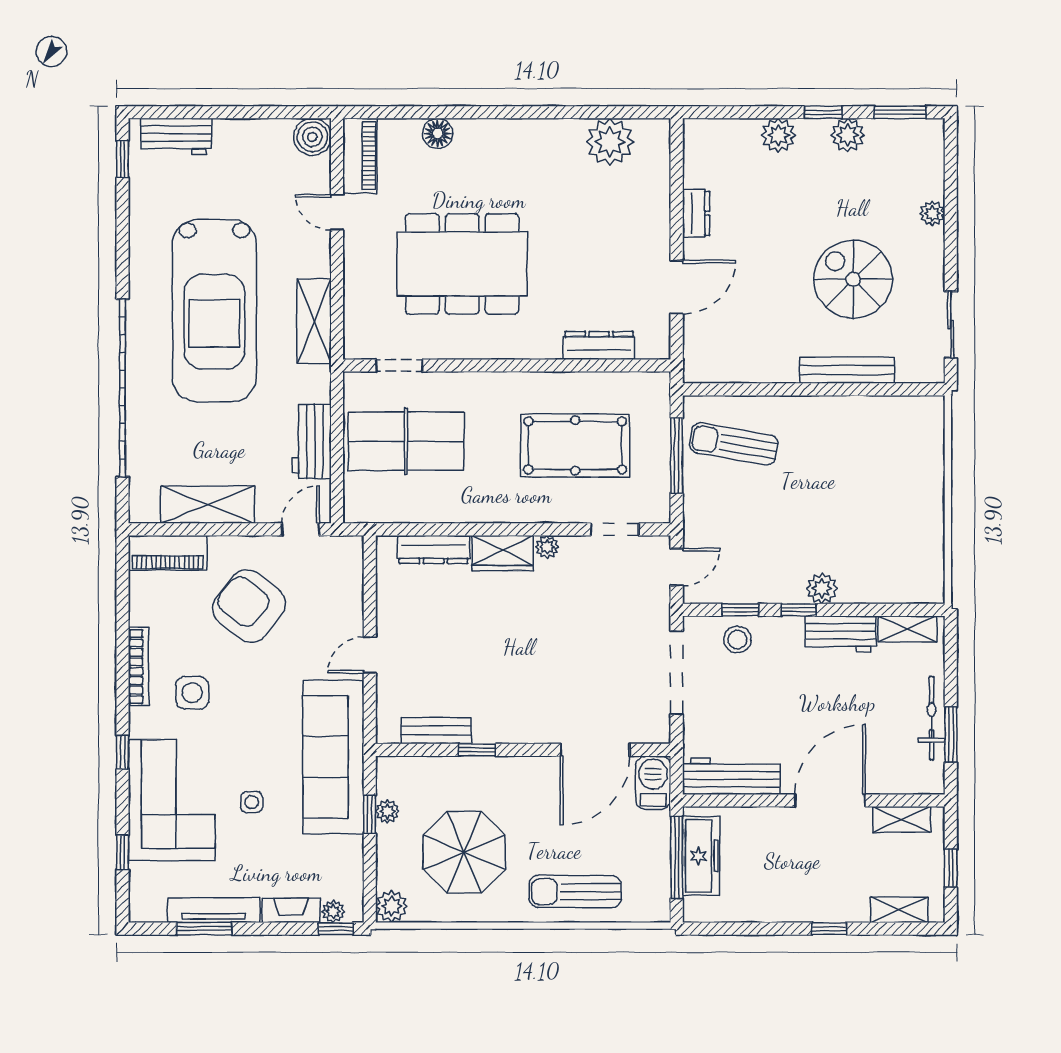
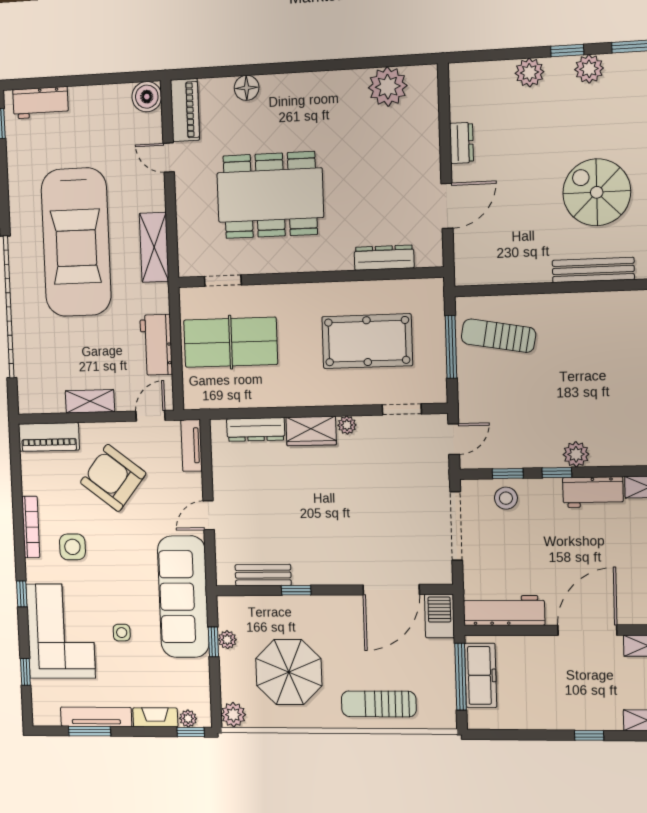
shelving: (208, 505) -> (90, 401), width x0.67, depth x0.75
tv unit: (352, 568) -> (191, 445), added

